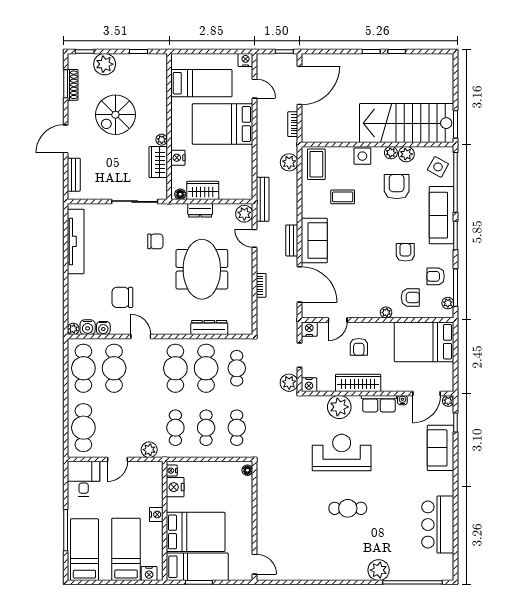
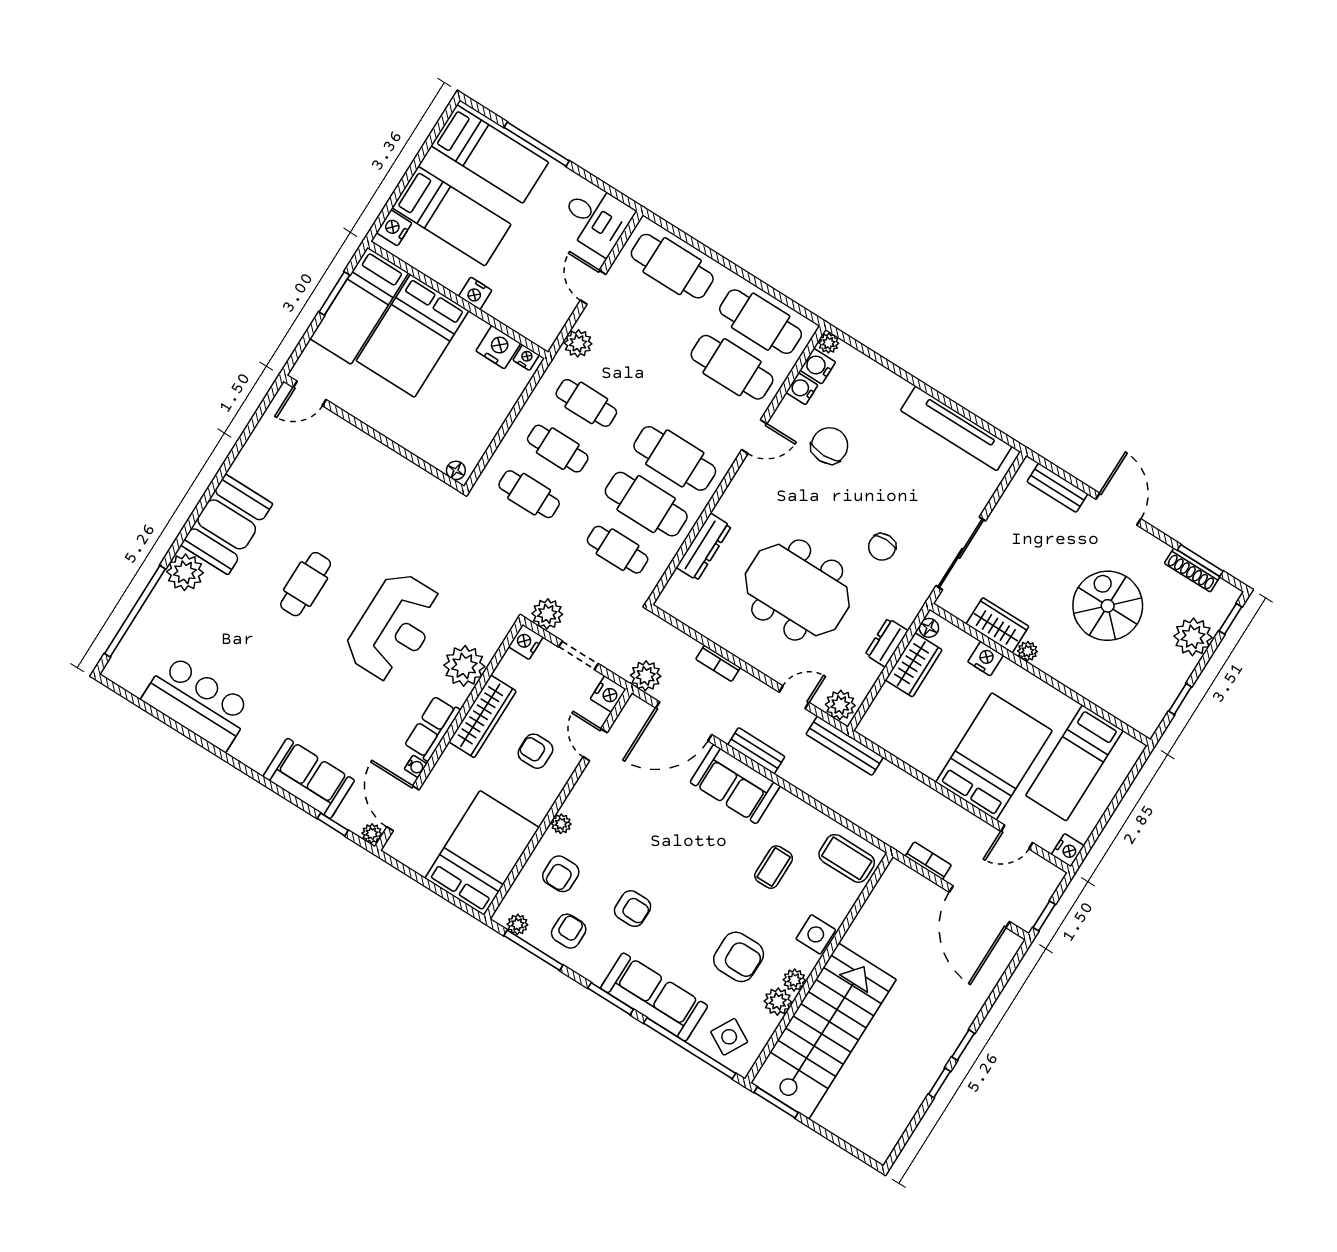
plant: (289, 162) -> (646, 676), moved
booth: (343, 565) -> (227, 524), added

